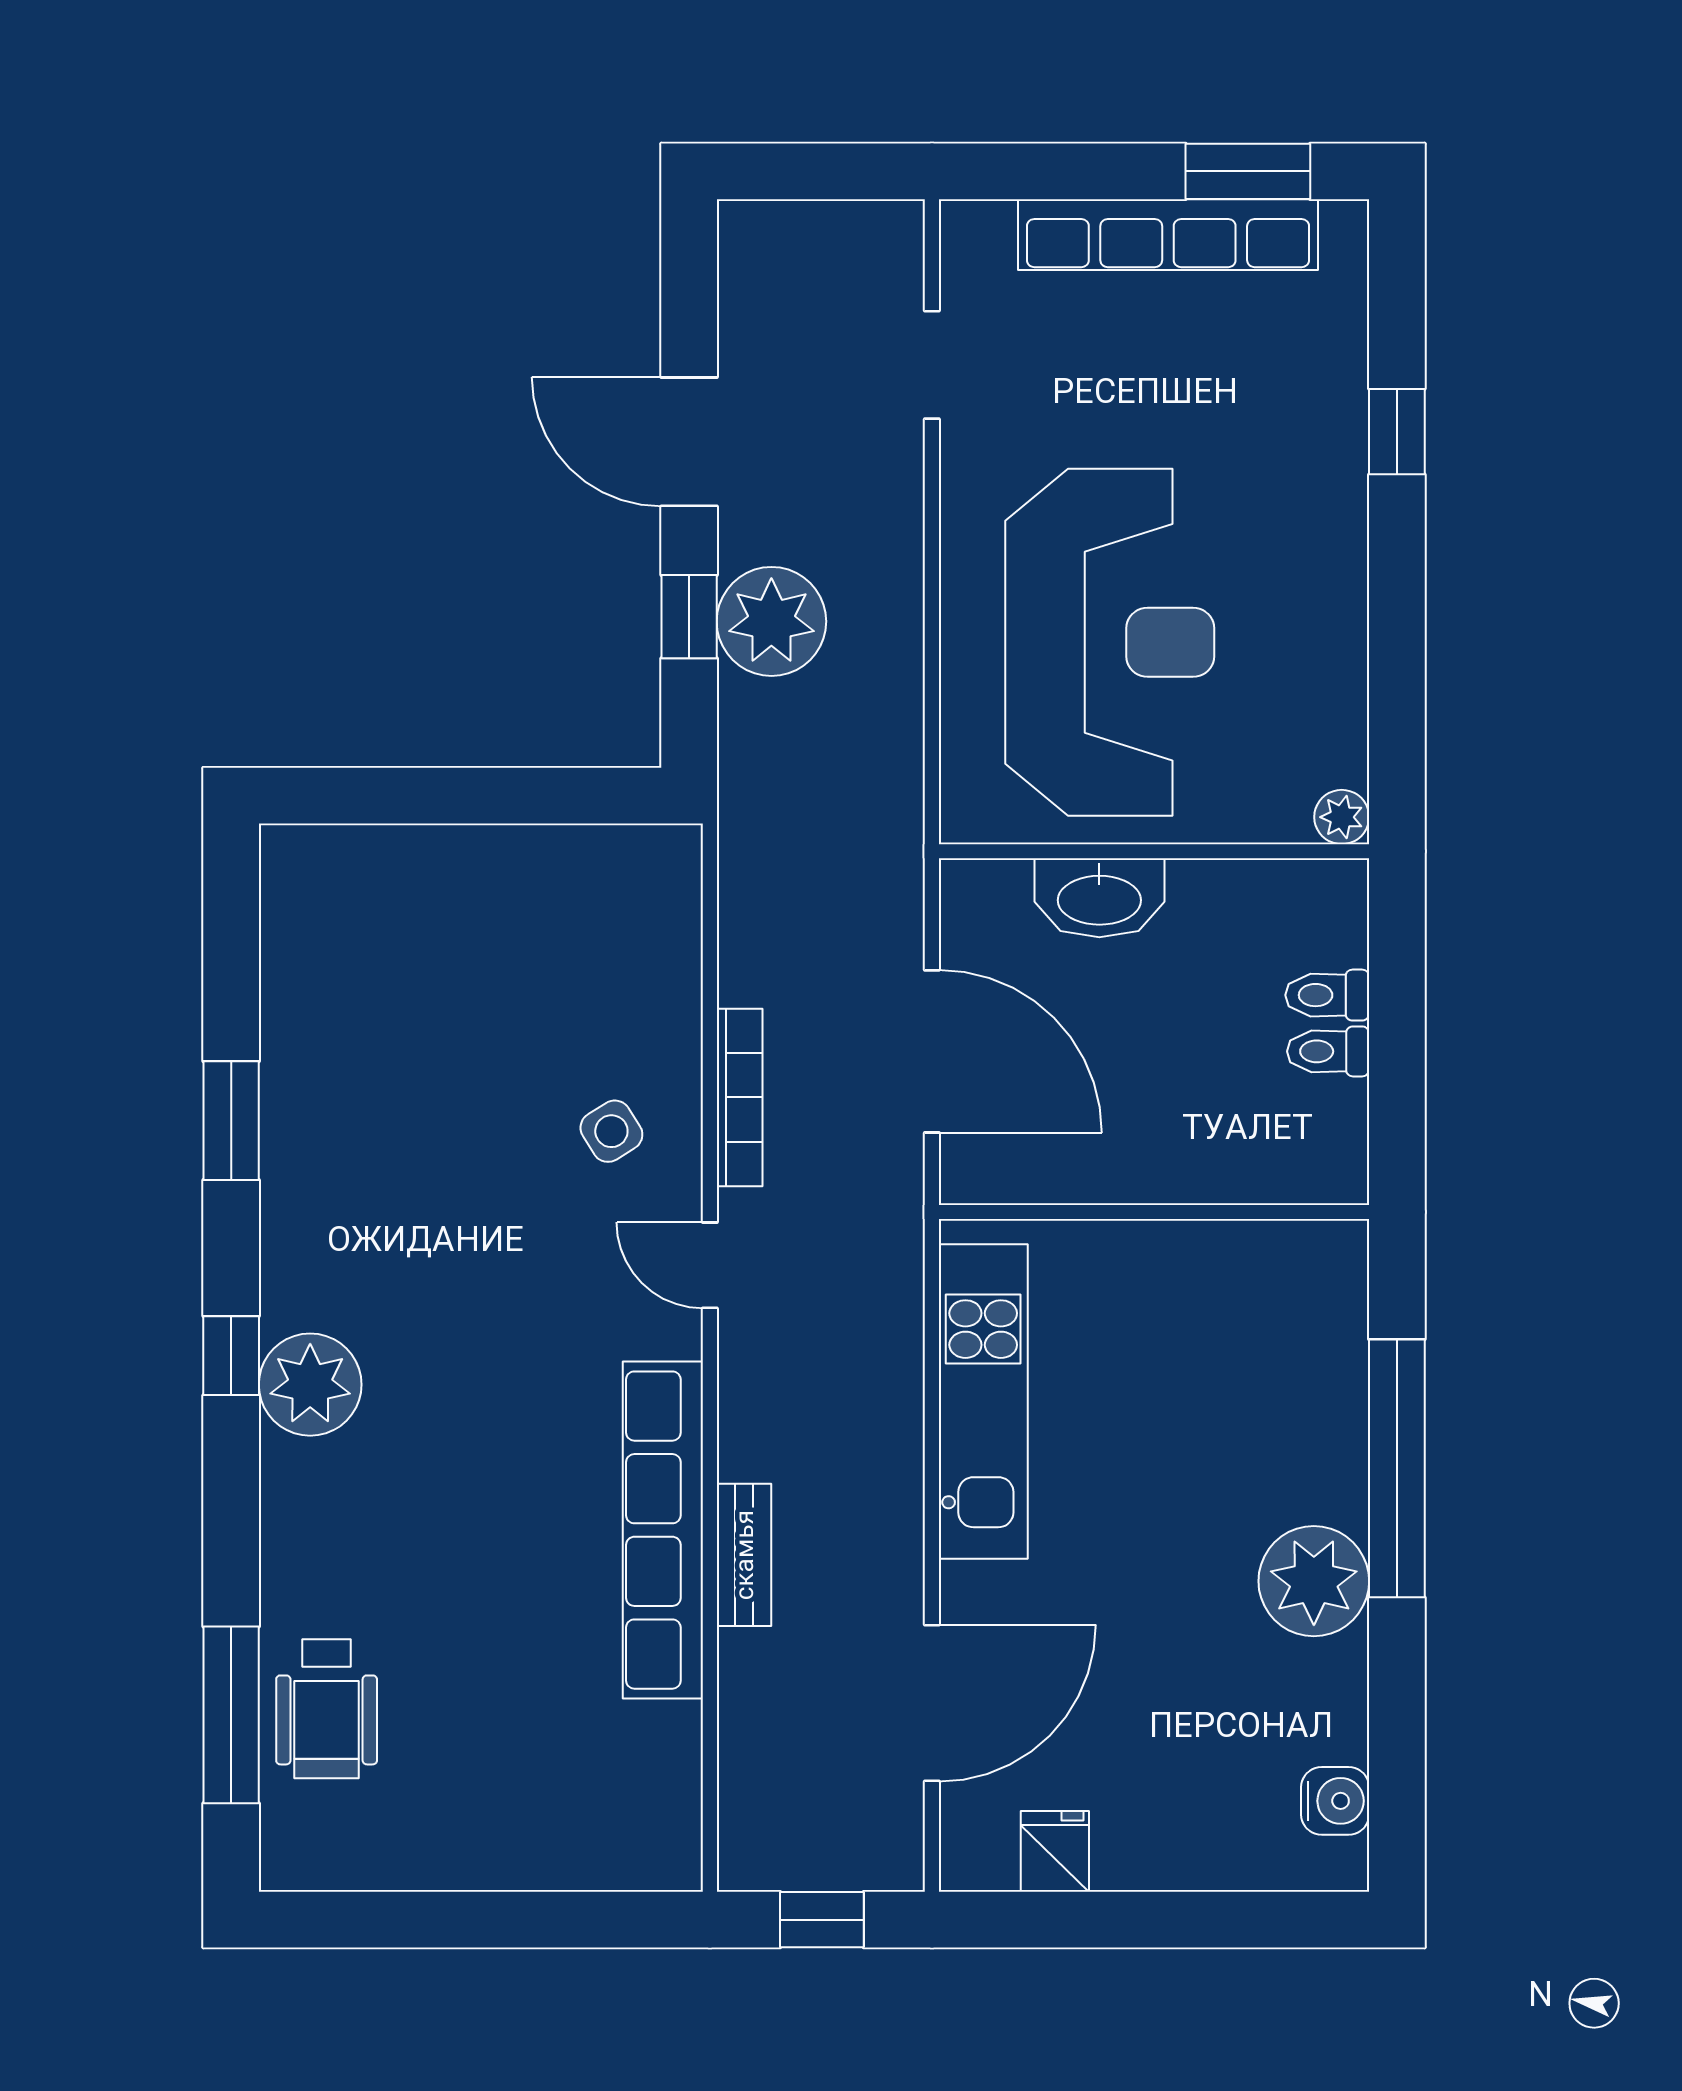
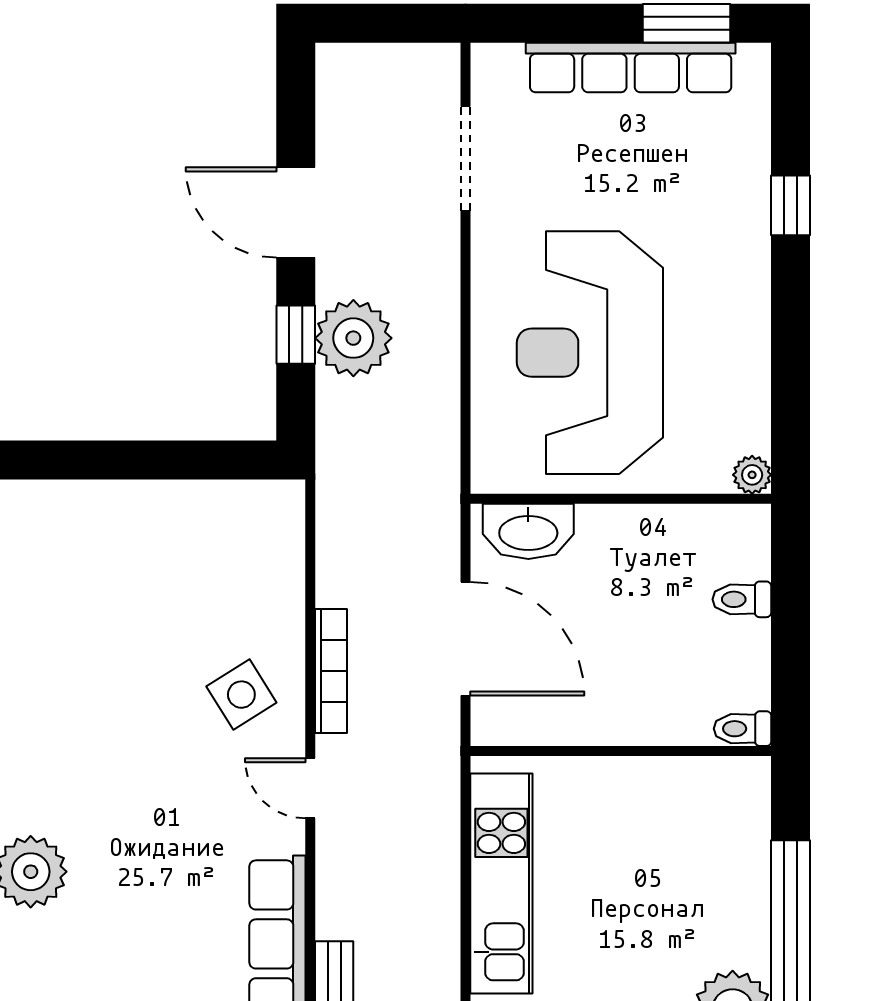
doorway: (932, 365) -> (466, 159), width x1.38
reception desk: (1110, 642) -> (590, 353), turned 180
washbasin: (1099, 898) -> (528, 531), moved
toilet: (1328, 1051) -> (743, 729), moved
side table: (611, 1131) -> (241, 695), width x1.37, depth x1.37

